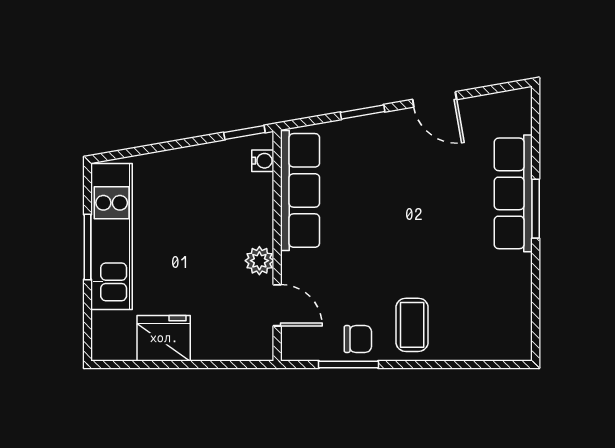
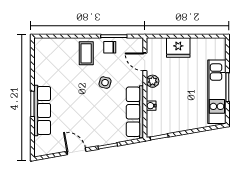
water cooler: (263, 161) -> (151, 106), moved
side table: (369, 258) -> (105, 83), added
fridge: (164, 338) -> (178, 48), moved

